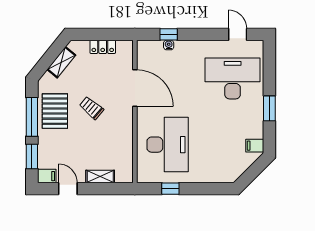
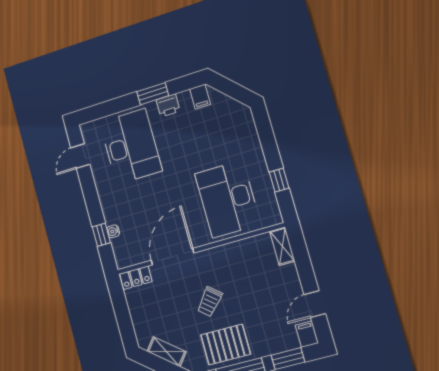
locker: (103, 47) -> (136, 278), moved, turned 90
desk: (233, 78) -> (131, 146), turned 180
printer: (256, 118) -> (168, 105), added
desk: (168, 145) -> (228, 199), turned -90
shelving: (100, 177) -> (282, 246), moved

